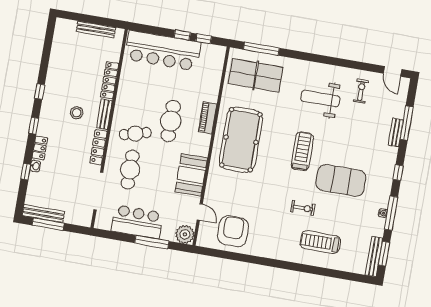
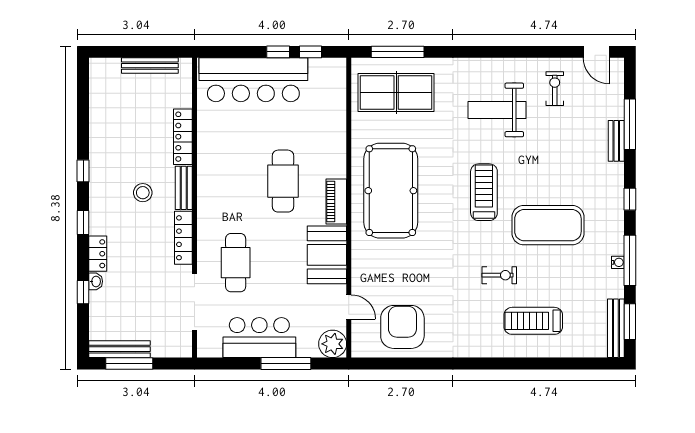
piano: (208, 118) -> (336, 202), moved
cafe table: (135, 134) -> (234, 208), removed

